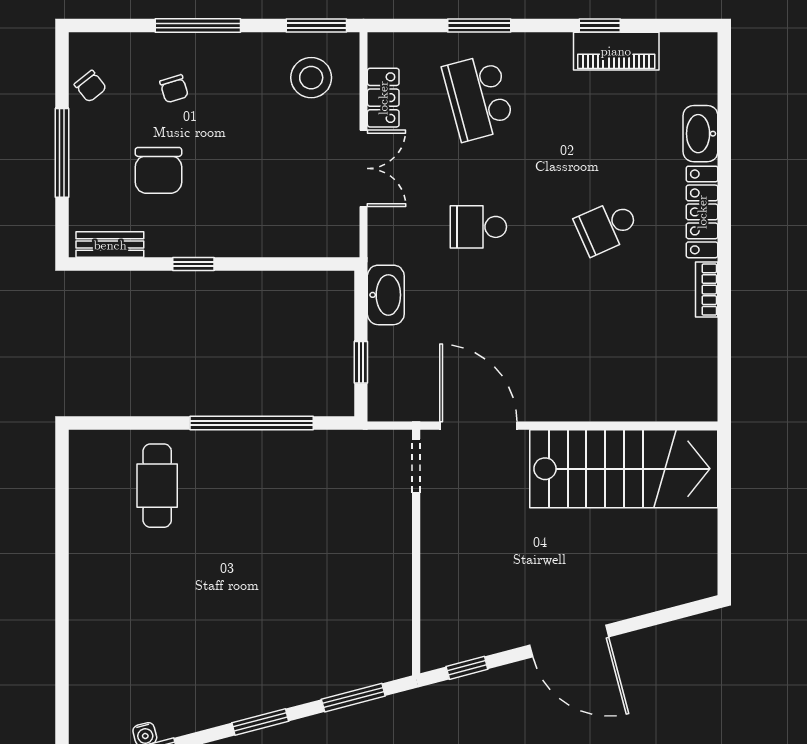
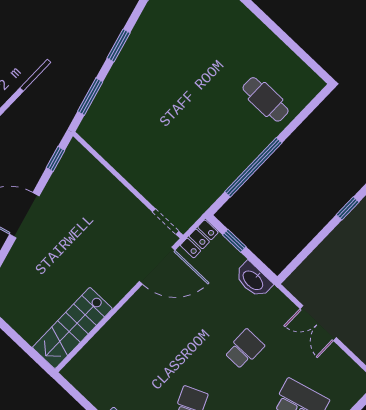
locker: (383, 98) -> (199, 239), moved, turned -90
stairs: (624, 469) -> (72, 328), width x0.73, depth x0.66

